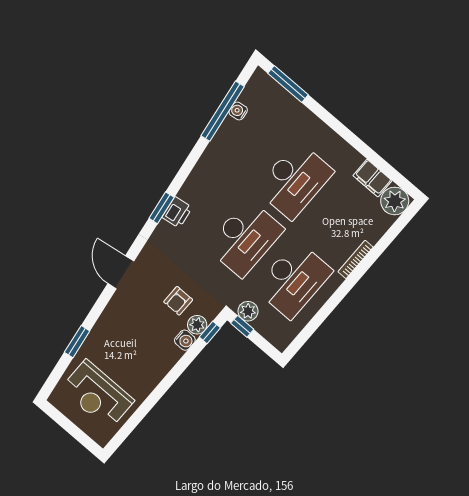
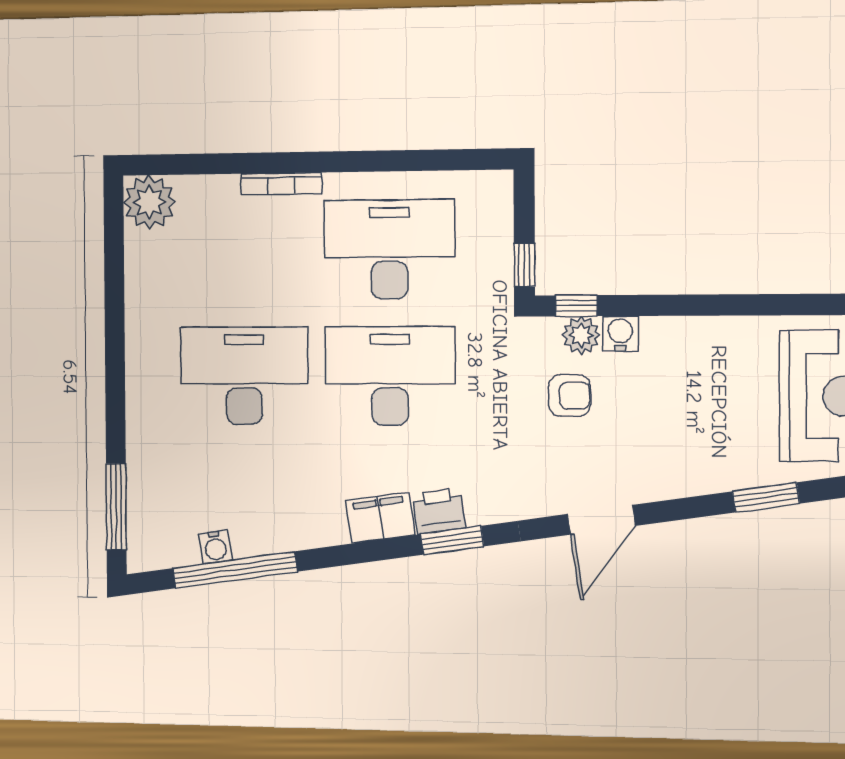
filing cabinet: (372, 178) -> (380, 518), moved, turned -98
plant: (248, 311) -> (494, 276), removed

